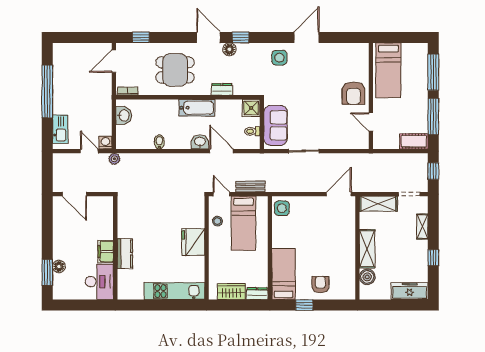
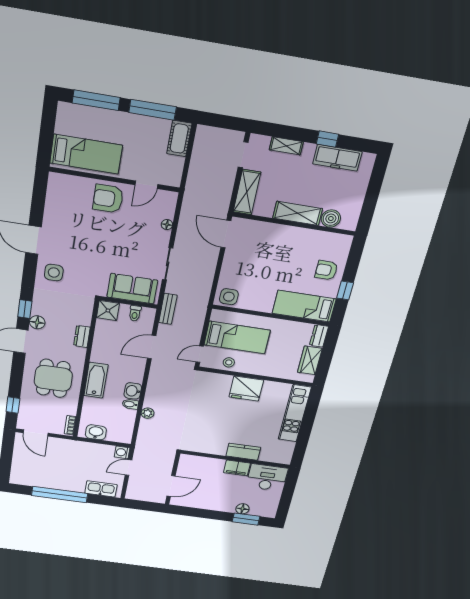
armchair: (354, 93) -> (108, 199), turned 180
bathtub: (197, 108) -> (96, 380), moved
washbasin: (200, 142) -> (133, 391), moved
floor lamp: (339, 144) -> (167, 225), added
plant: (114, 159) -> (148, 413), moved
window: (433, 171) -> (221, 121), removed
bench: (250, 187) -> (168, 309), moved
freezer: (410, 291) -> (337, 158), moved, turned -90

